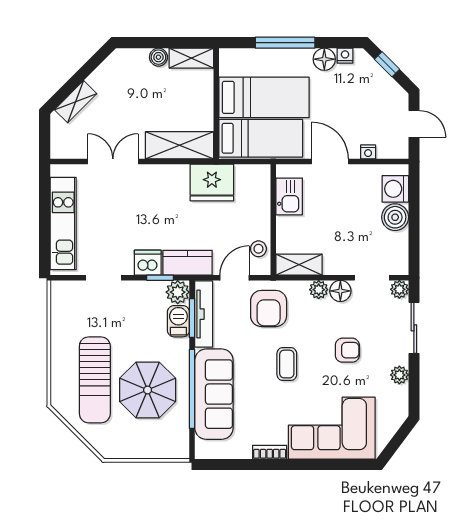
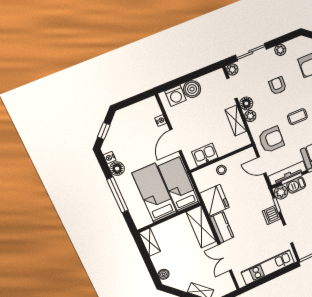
boiler: (158, 57) -> (164, 274), moved
door: (414, 124) -> (132, 100), removed
stool: (258, 249) -> (221, 170), moved
kitchen counter: (187, 263) -> (222, 227), moved, turned 180
shelving: (299, 265) -> (236, 121), moved

